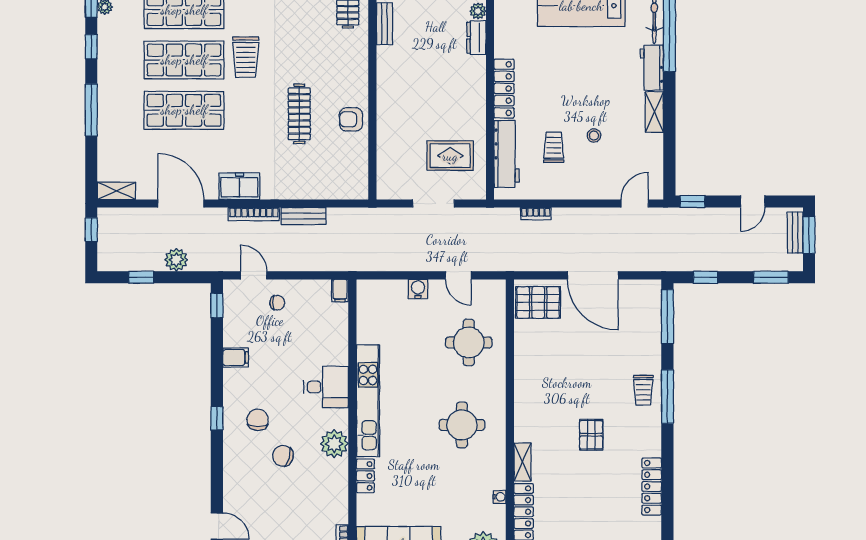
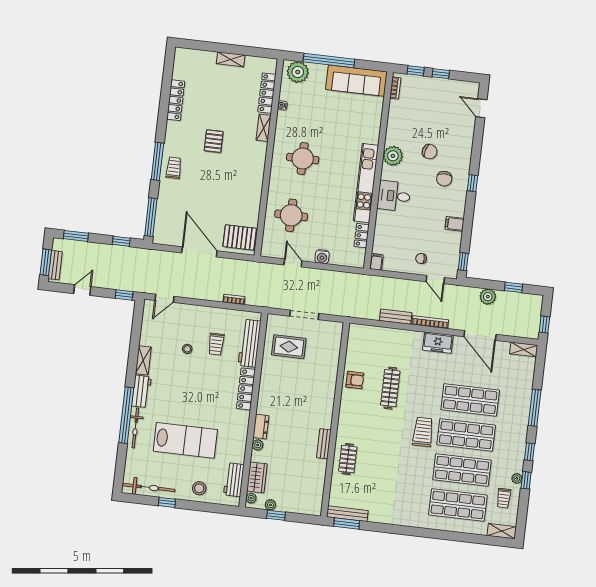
locker: (365, 476) -> (362, 236), moved

